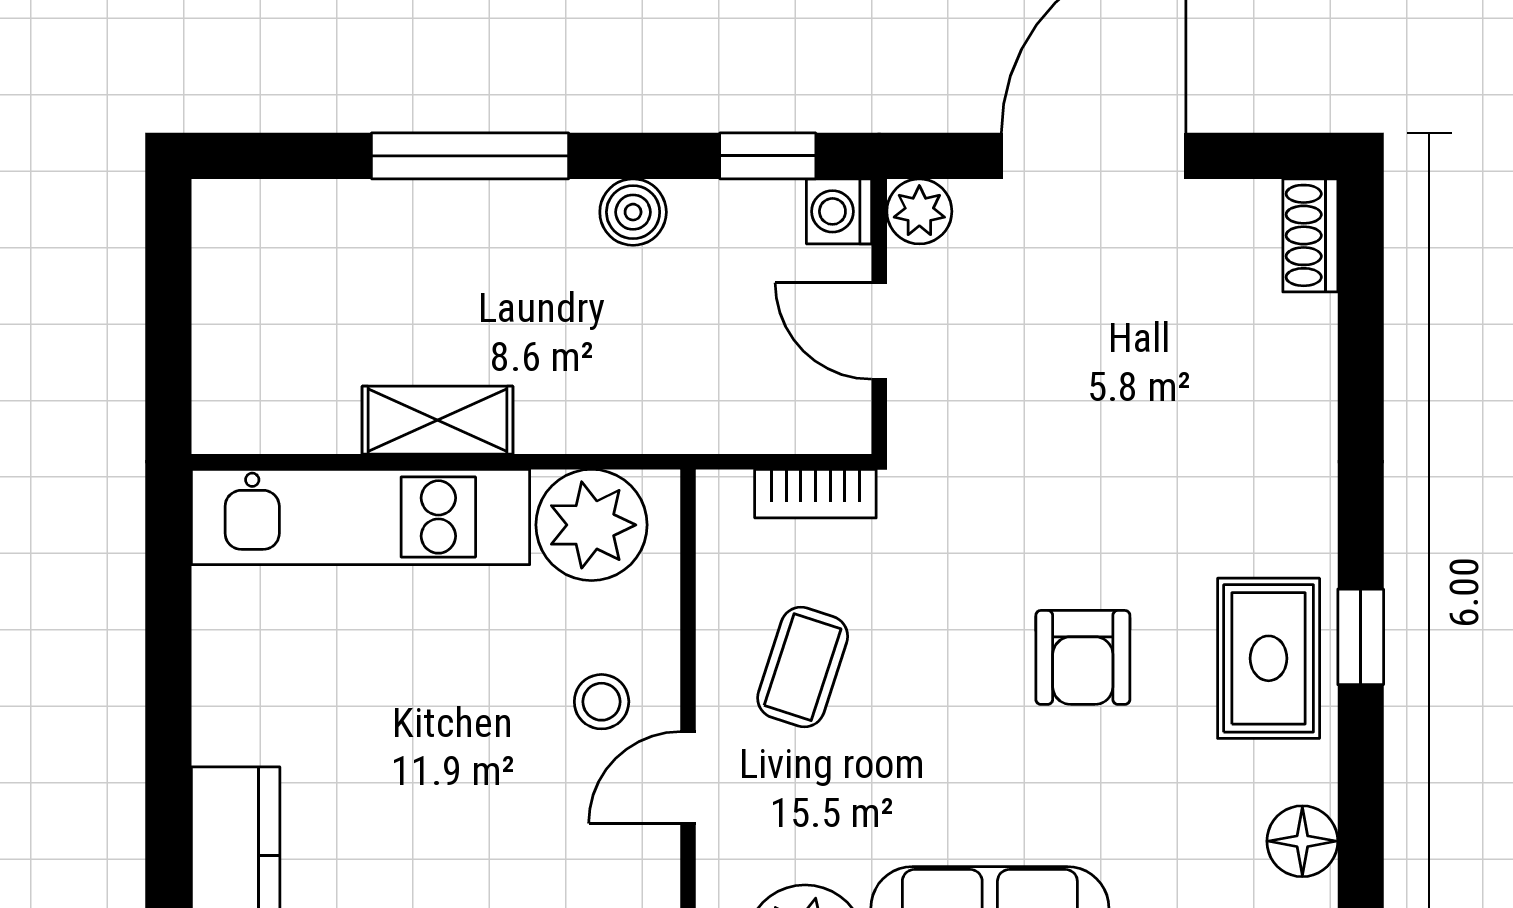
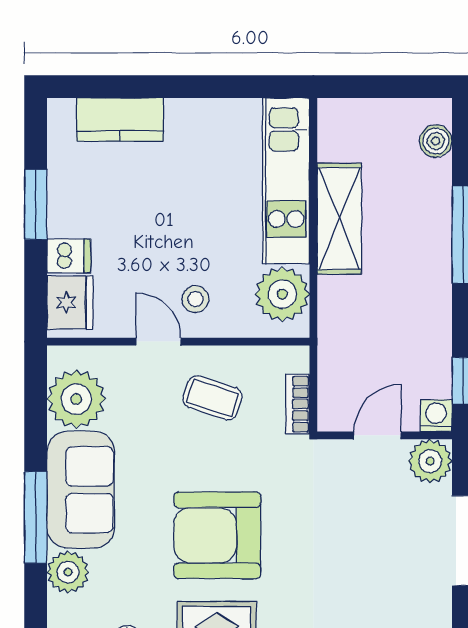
plant: (919, 211) -> (430, 461), width x1.38, depth x1.38
boiler: (633, 212) -> (436, 141), moved
shelving: (438, 420) -> (339, 219), width x1.50, depth x1.33
armchair: (1083, 657) -> (217, 535), width x1.88, depth x1.88

